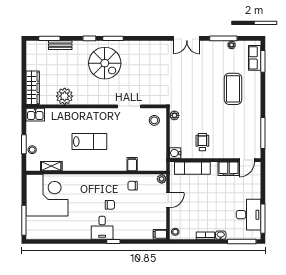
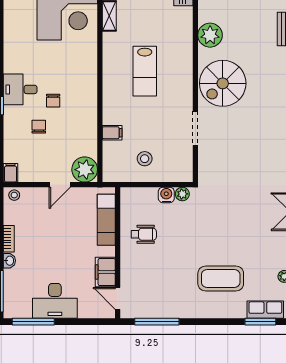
spiral stairs: (105, 63) -> (223, 83), moved
stool: (154, 120) -> (145, 159), moved
water cooler: (175, 153) -> (166, 195), moved
plant: (162, 179) -> (85, 170), width x1.88, depth x1.88
chair: (133, 186) -> (39, 127), moved
door: (168, 200) -> (60, 185), hinge flipped
desk: (248, 215) -> (55, 301), moved

